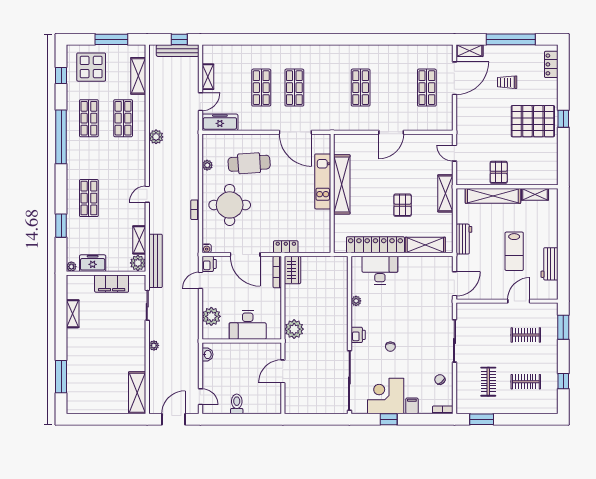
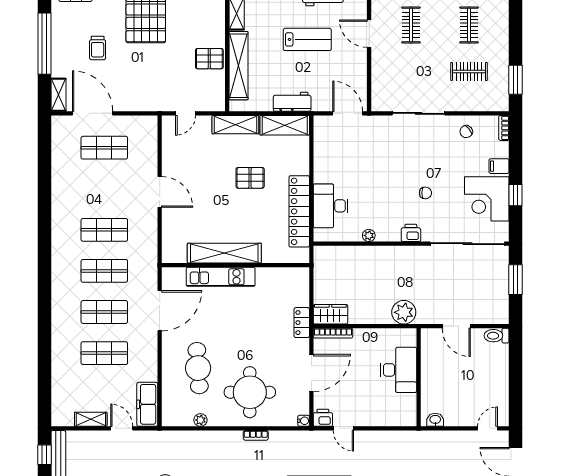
shop shelf: (327, 88) -> (104, 271), added
shelving: (425, 245) -> (285, 125), moved, turned 90
plant: (211, 316) -> (388, 415), removed
toilet: (237, 404) -> (497, 336), moved
window: (320, 419) -> (516, 280), added

